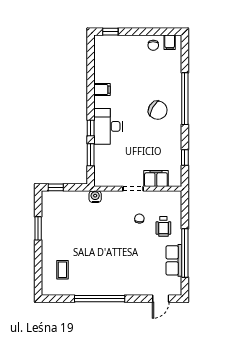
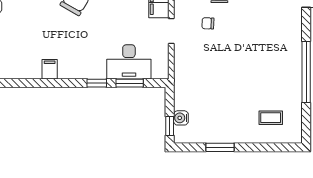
desk: (108, 126) -> (129, 62), moved
water cooler: (95, 197) -> (181, 118), moved

